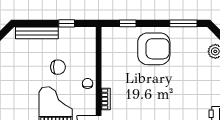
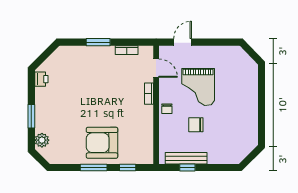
window: (183, 23) -> (94, 168), moved
bench: (37, 33) -> (186, 158), moved

